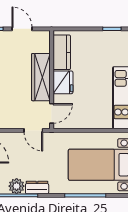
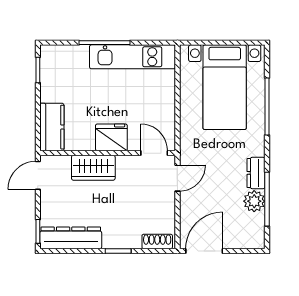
door: (22, 29) -> (38, 175), moved
kitchen counter: (62, 52) -> (52, 127), moved, turned 90
wardrobe: (41, 77) -> (93, 168), width x0.67

